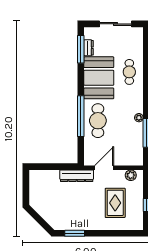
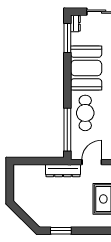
dresser: (89, 48) -> (75, 23), moved
window: (81, 116) -> (67, 130), moved

